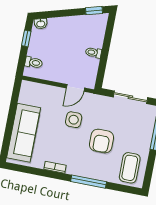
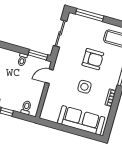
window: (101, 72) -> (38, 55), added
door: (75, 88) -> (49, 76), swing flipped
side table: (74, 120) -> (84, 87), moved

